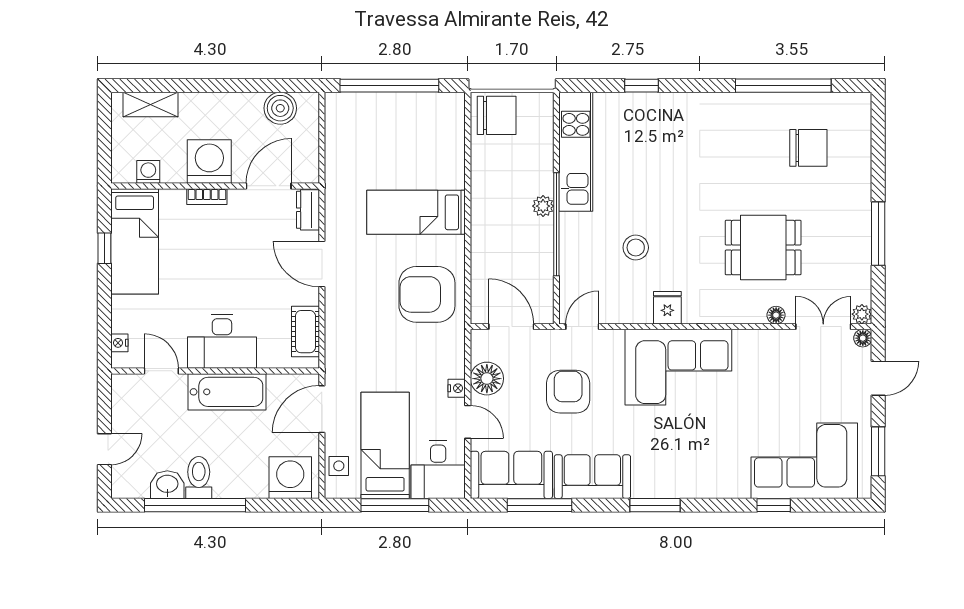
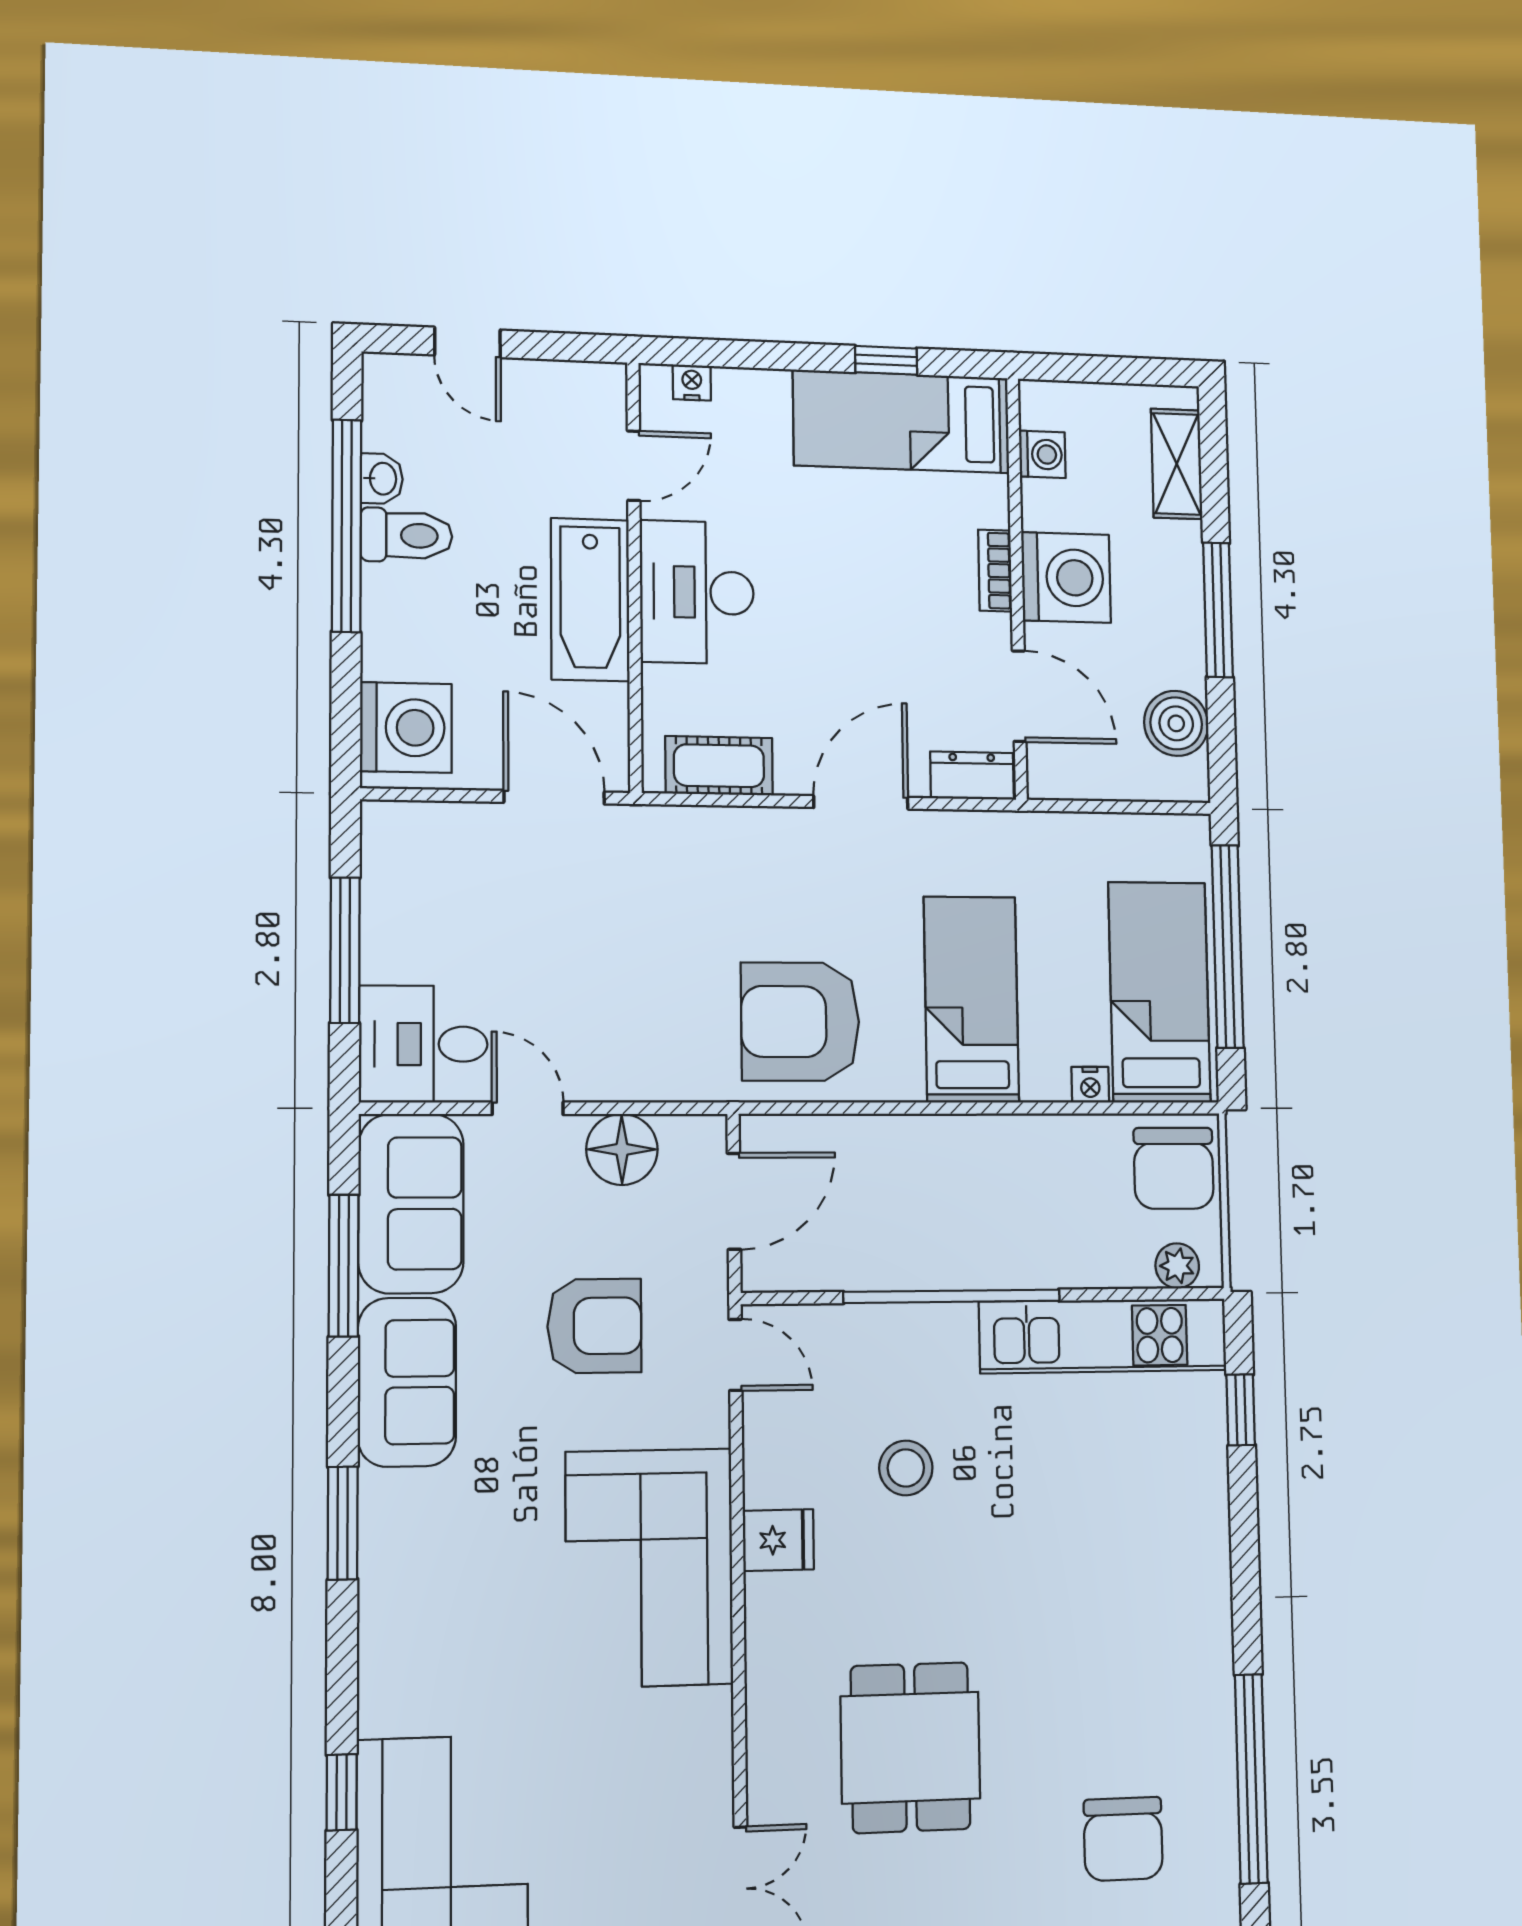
window: (223, 86) -> (1218, 610), added
window: (642, 86) -> (1241, 1410), moved
plant: (543, 206) -> (1177, 1266), moved
armchair: (427, 294) -> (800, 1022), turned -90
floor lamp: (776, 315) -> (765, 1782), removed
nightstand: (457, 388) -> (1090, 1085), moved
door: (468, 422) -> (528, 1108), swing flipped
bed: (385, 445) -> (1159, 992), moved, turned -90
side table: (339, 466) -> (431, 831), removed
washbasin: (167, 485) -> (382, 479), width x0.72, depth x0.69

